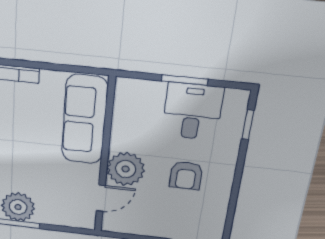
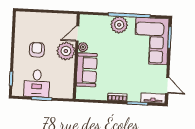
sofa: (84, 120) -> (87, 70), width x0.73
plant: (90, 174) -> (83, 47), added

